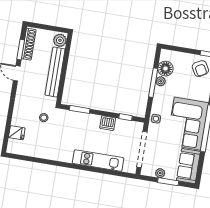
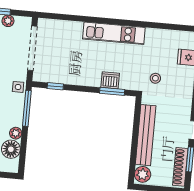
window: (153, 83) -> (27, 108), moved
dishwasher: (108, 123) -> (110, 80), moved
kitchen unit: (98, 161) -> (114, 33), moved

